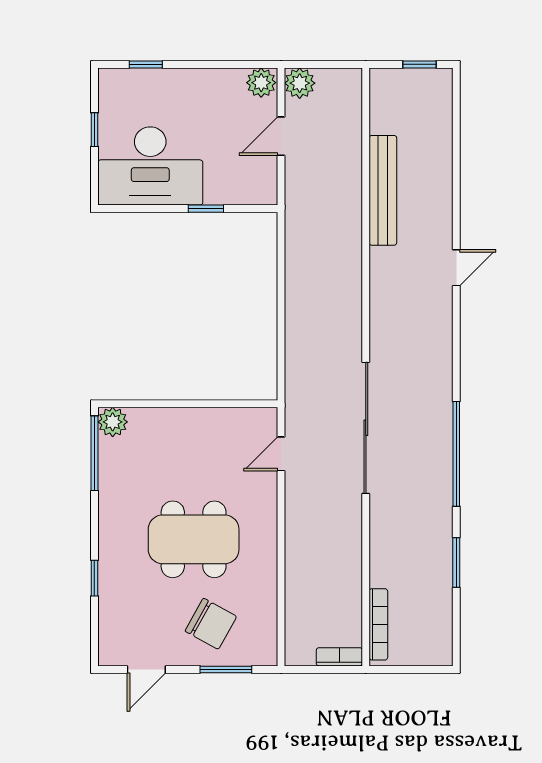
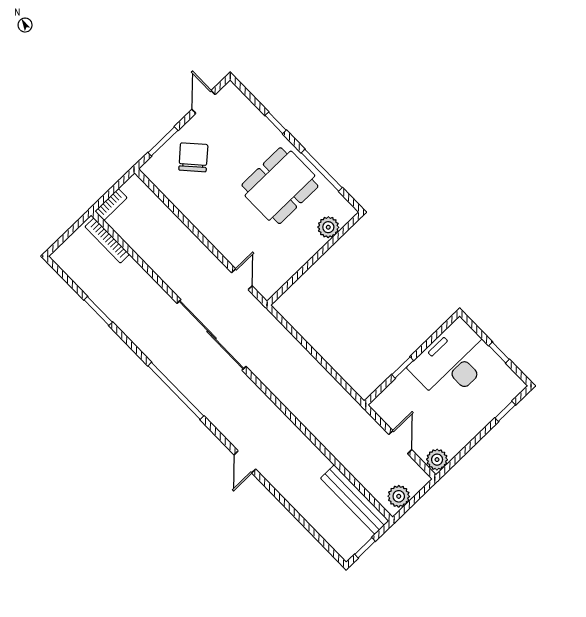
plant: (300, 83) -> (399, 496), moved
bench: (383, 190) -> (355, 500), moved
plant: (113, 422) -> (328, 227), moved
window: (94, 453) -> (322, 170), moved
window: (456, 454) -> (176, 391), moved
dining table: (194, 539) -> (280, 186), moved
chair: (211, 624) -> (193, 157), turned 109

